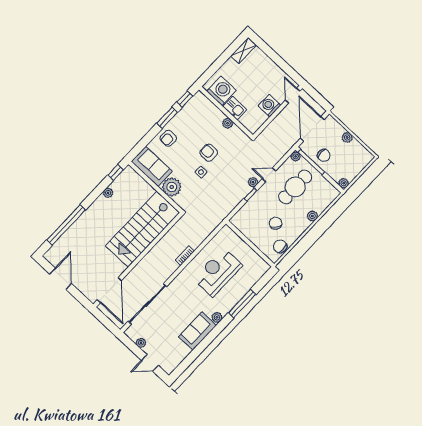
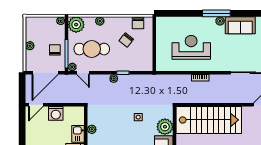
armchair: (209, 153) -> (121, 124), removed
door: (269, 175) -> (83, 73), moved
plant: (328, 193) -> (76, 25), added
reception desk: (218, 272) -> (191, 47), turned 180
window: (242, 304) -> (216, 13), moved

